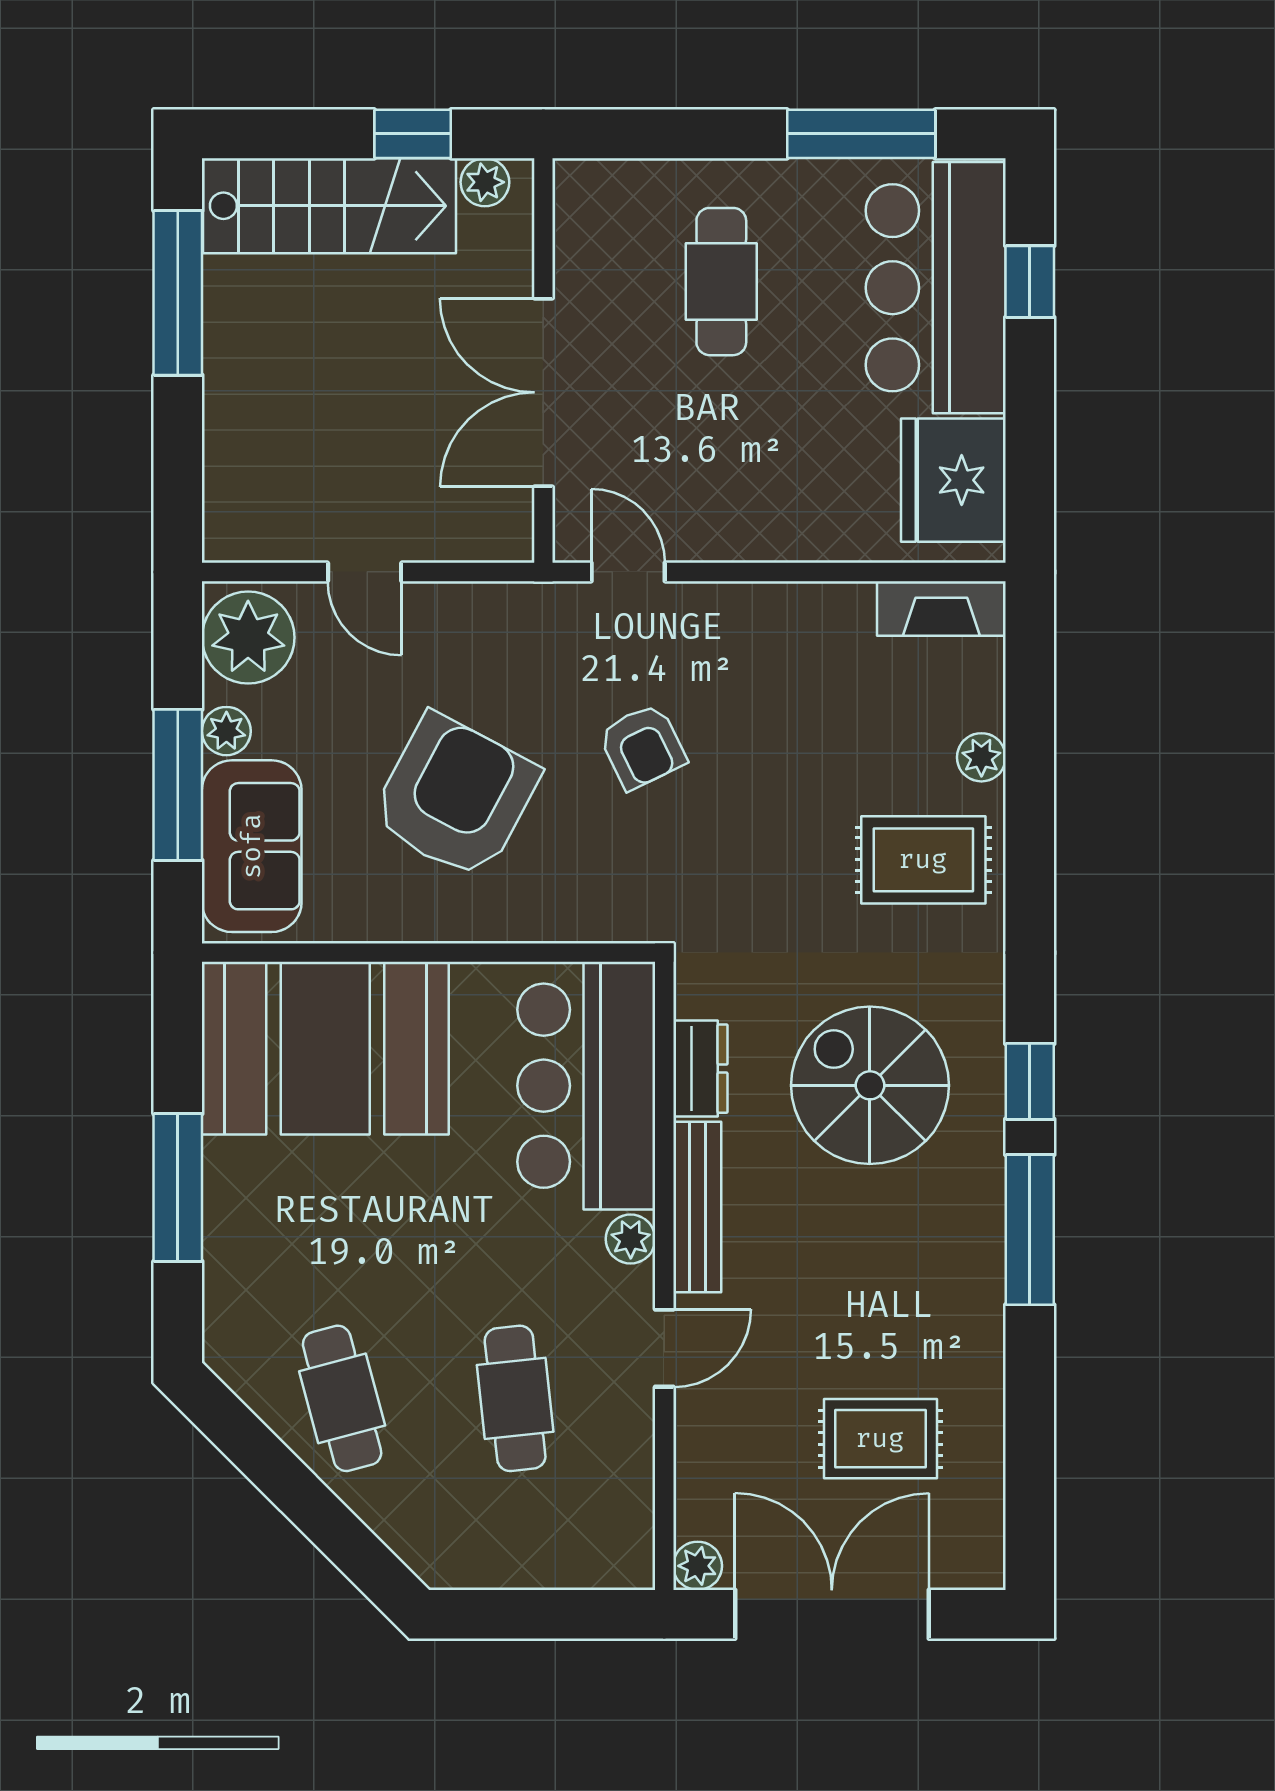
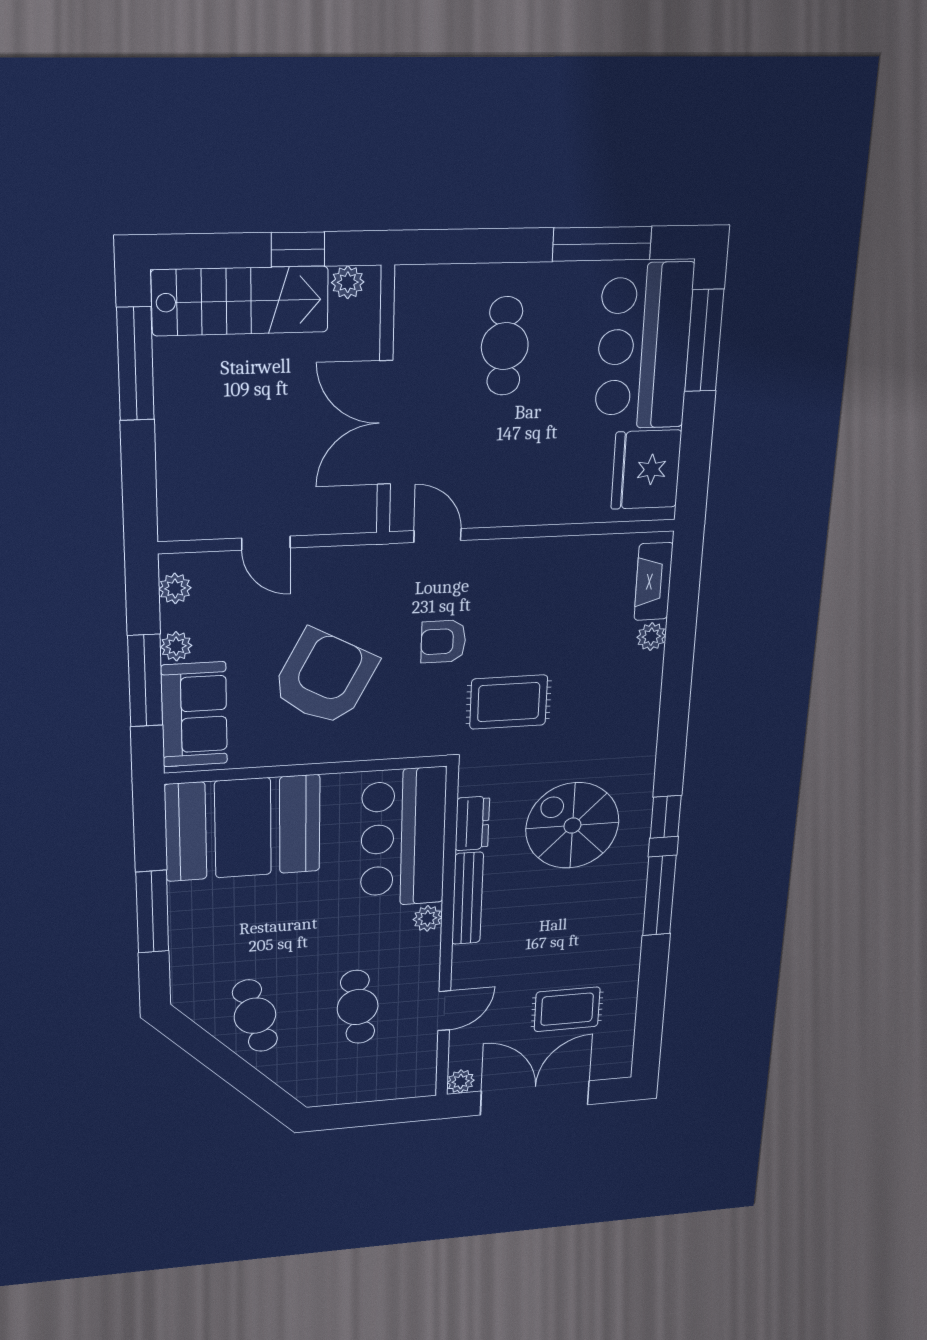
window: (1030, 282) -> (704, 341), width x2.17
fireplace: (941, 608) -> (653, 582), moved, turned 90
plant: (248, 637) -> (175, 588), width x0.53, depth x0.53
armchair: (642, 746) -> (443, 641), turned 116
rug: (923, 860) -> (509, 702), moved
door: (664, 1348) -> (444, 1011), moved

